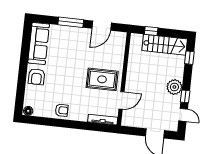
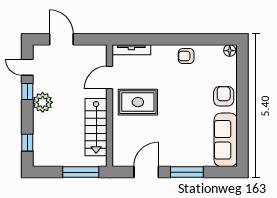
window: (151, 31) -> (81, 172), width x2.17
stairs: (165, 45) -> (96, 127), moved, turned -90

